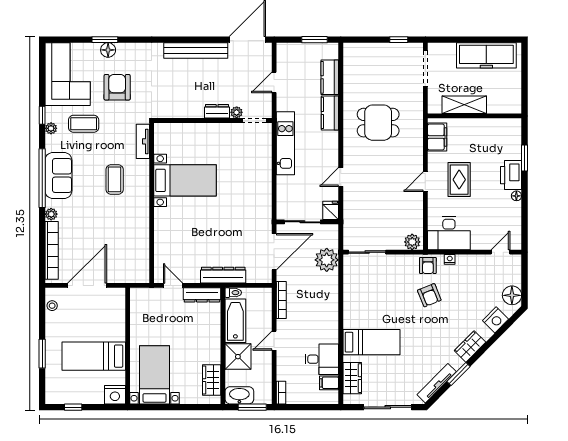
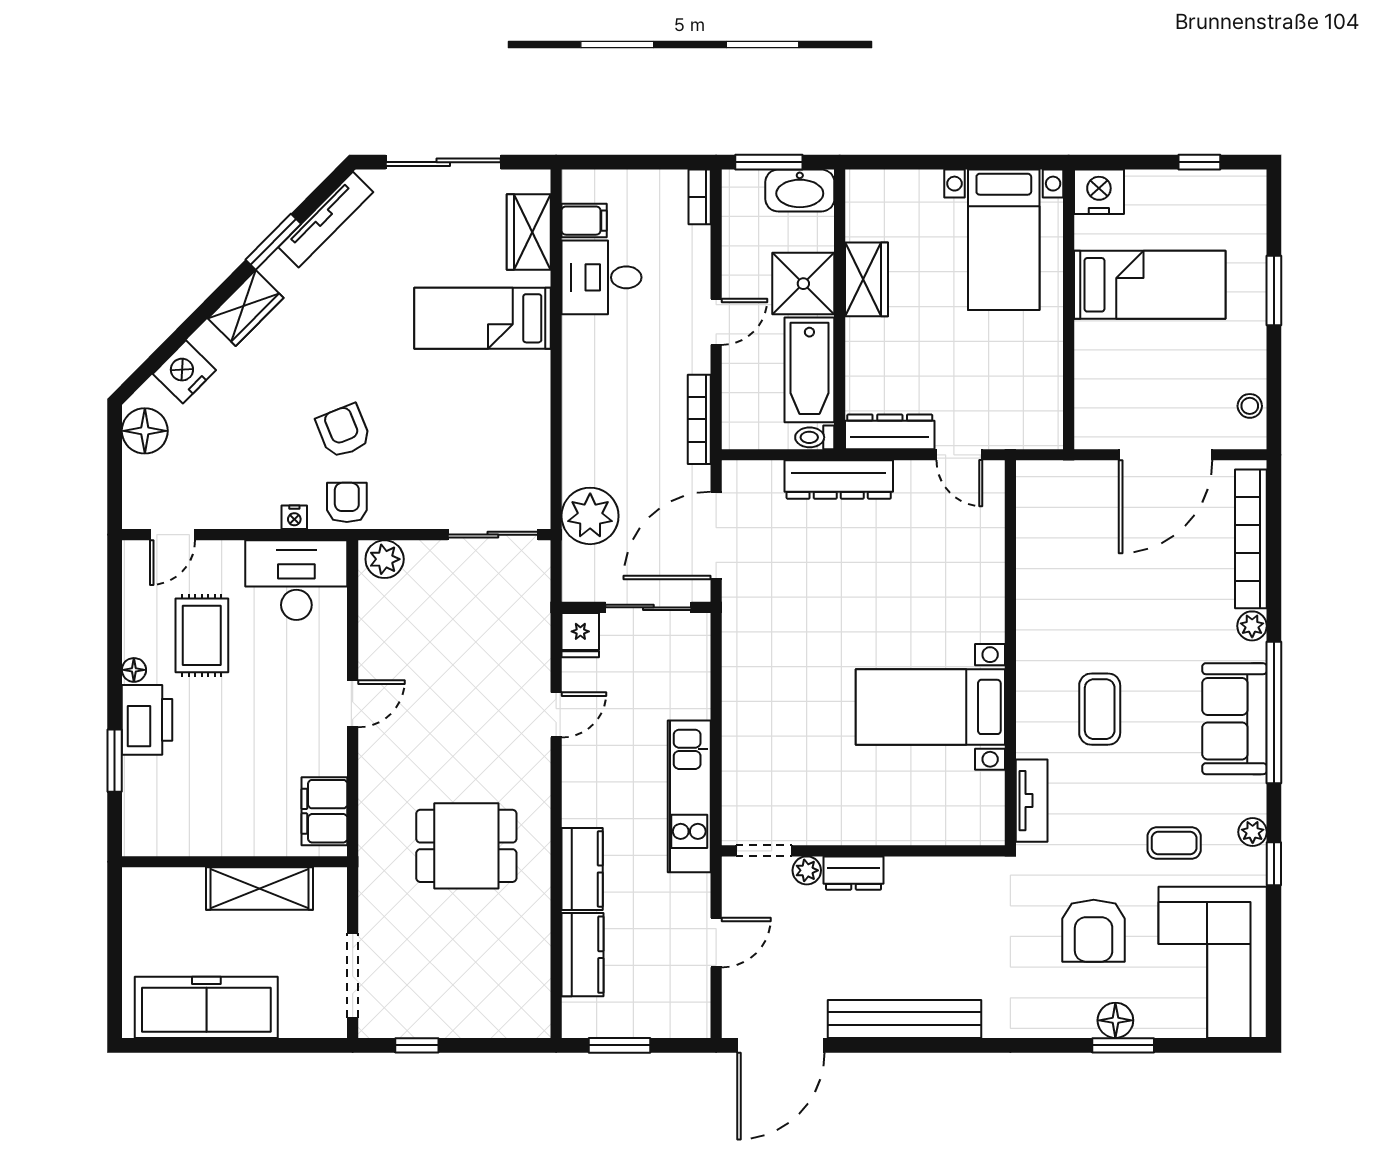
coffee table: (84, 124) -> (1174, 843), width x0.73, depth x0.77
rug: (459, 180) -> (202, 635), moved
wardrobe: (212, 380) -> (867, 279), moved

